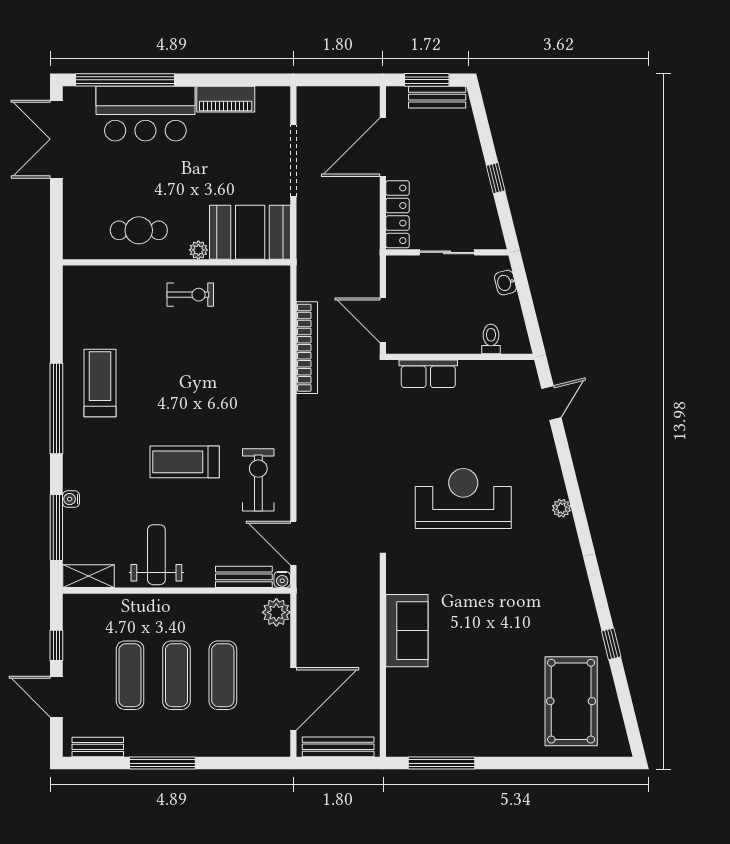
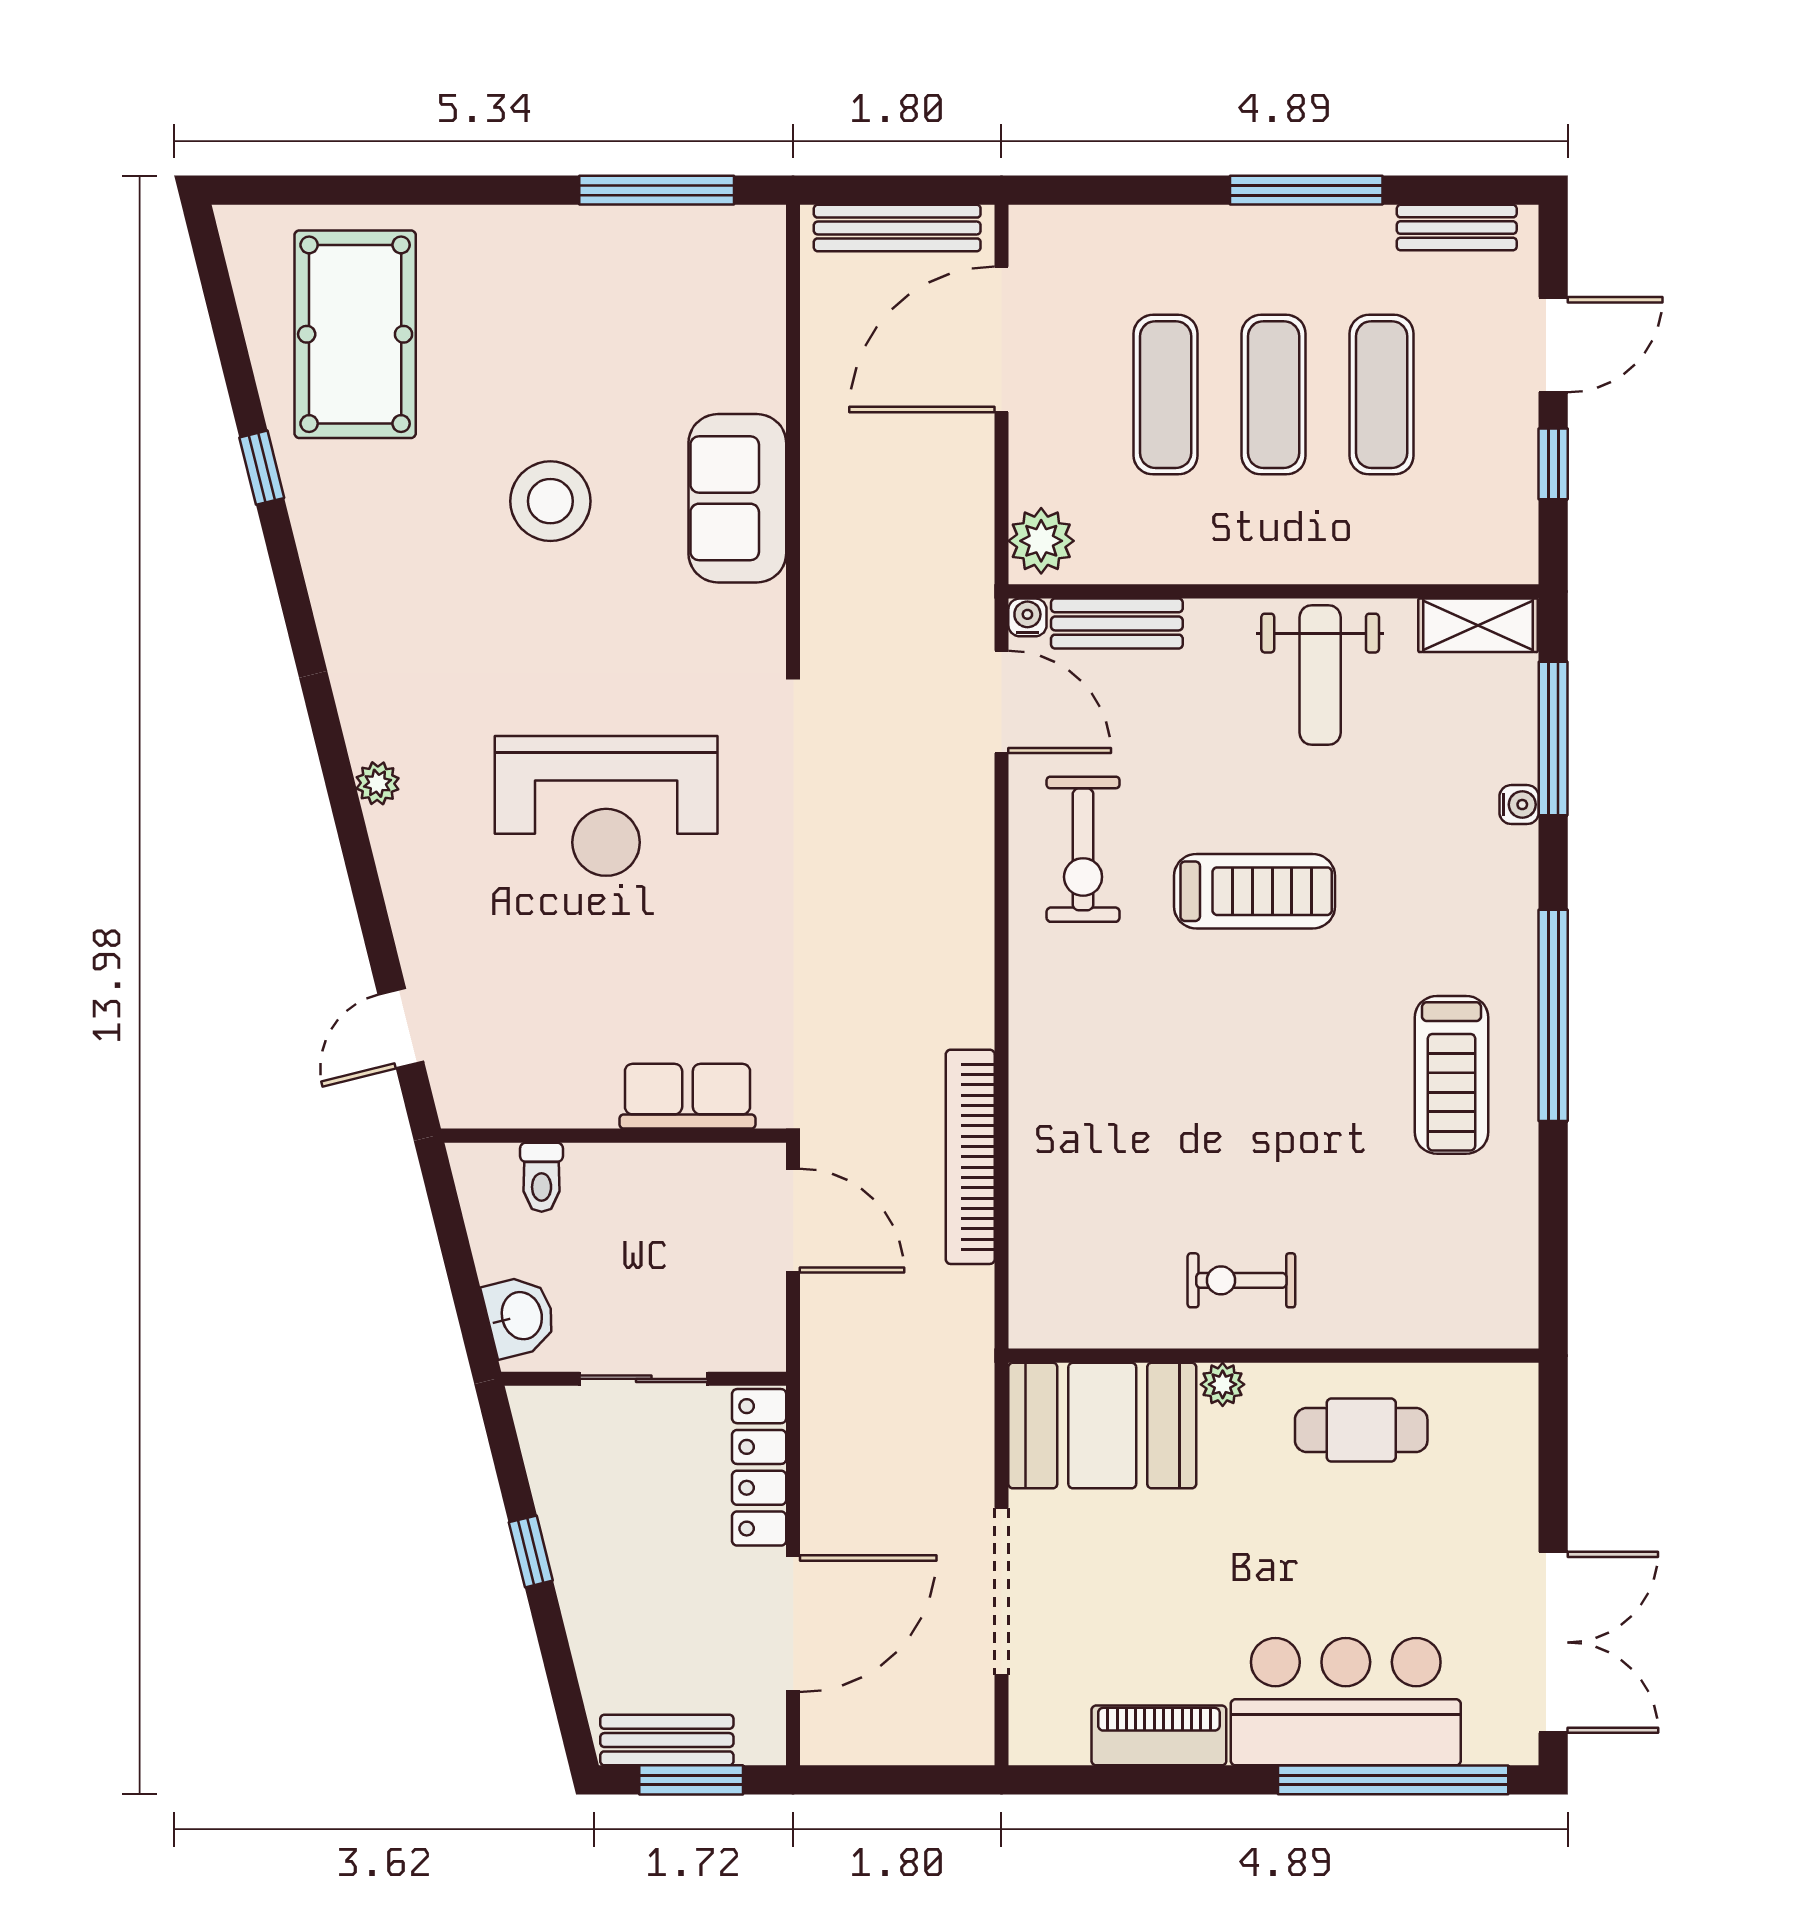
washbasin: (505, 283) -> (520, 1316), width x1.38, depth x1.45
stool: (487, 629) -> (550, 501), added
door: (56, 697) -> (1553, 345), hinge flipped

